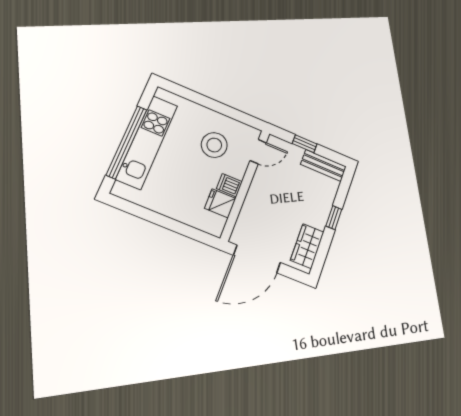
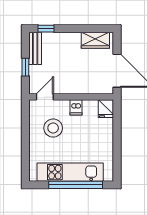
door: (258, 152) -> (45, 97), hinge flipped
fridge: (220, 203) -> (106, 109), moved
window: (334, 218) -> (46, 29), moved

